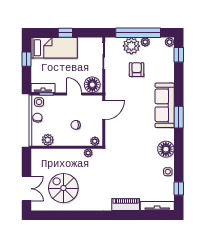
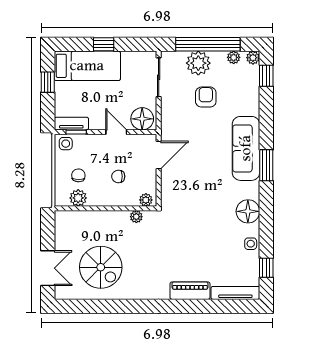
plant: (145, 42) -> (234, 57), moved
chair: (37, 118) -> (78, 175), moved
spiral stairs: (63, 188) -> (101, 267), turned 180

